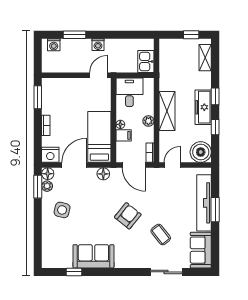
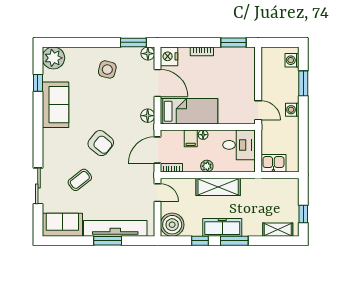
window: (215, 96) -> (234, 241), width x1.50
plant: (47, 186) -> (53, 58), moved, width x1.87, depth x1.87

